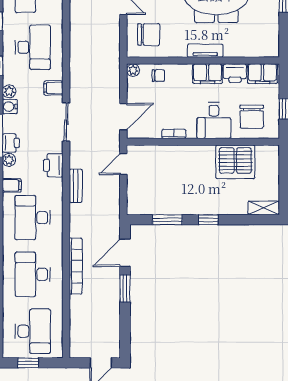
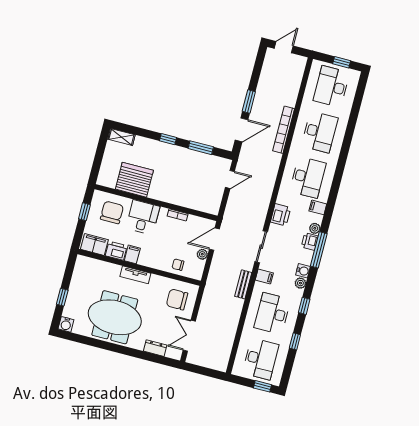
plant: (133, 70) -> (202, 254), moved
filing cabinet: (207, 74) -> (132, 254), width x0.50
door: (123, 164) -> (230, 179), moved
bench: (76, 186) -> (243, 284), moved

